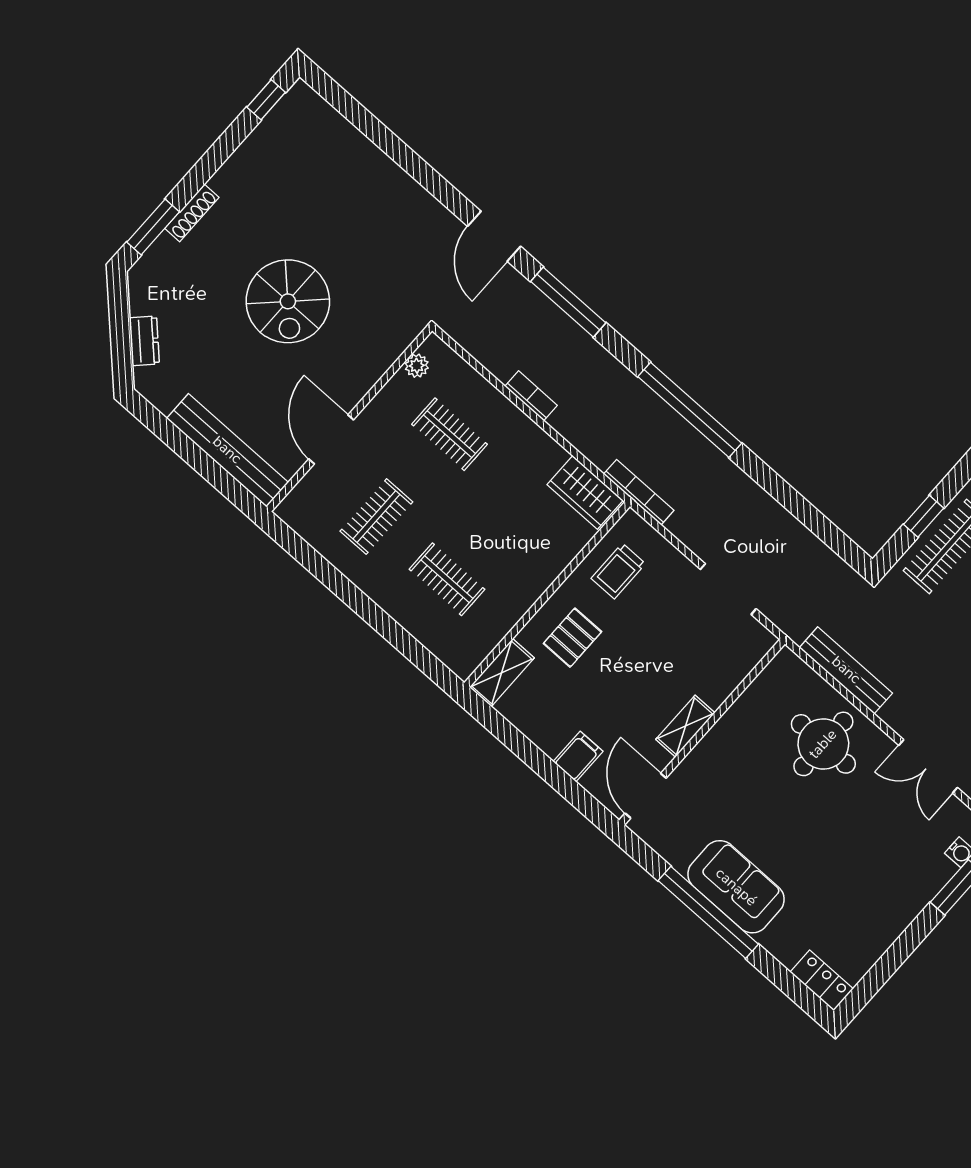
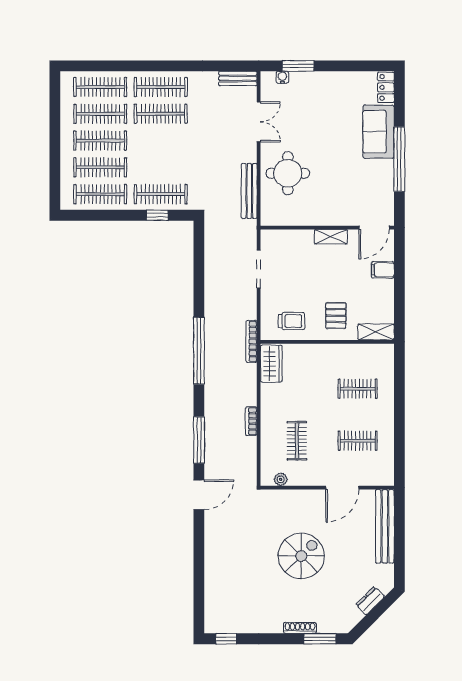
clothes rail: (447, 579) -> (358, 389), turned 90
pallet: (572, 638) -> (336, 316), turned 90
sofa: (736, 887) -> (379, 132), moved

